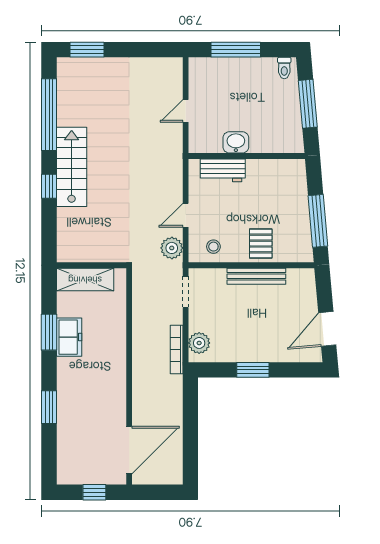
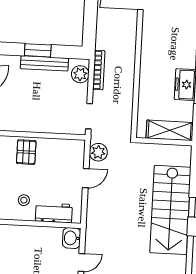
washbasin: (236, 142) -> (72, 238), moved, turned 90
stairs: (72, 167) -> (170, 210), width x1.36, depth x1.51
stool: (213, 247) -> (24, 200), moved
bench: (256, 276) -> (44, 63), moved

